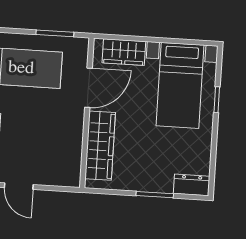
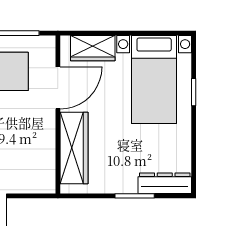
dresser: (192, 185) -> (165, 183), width x1.44

